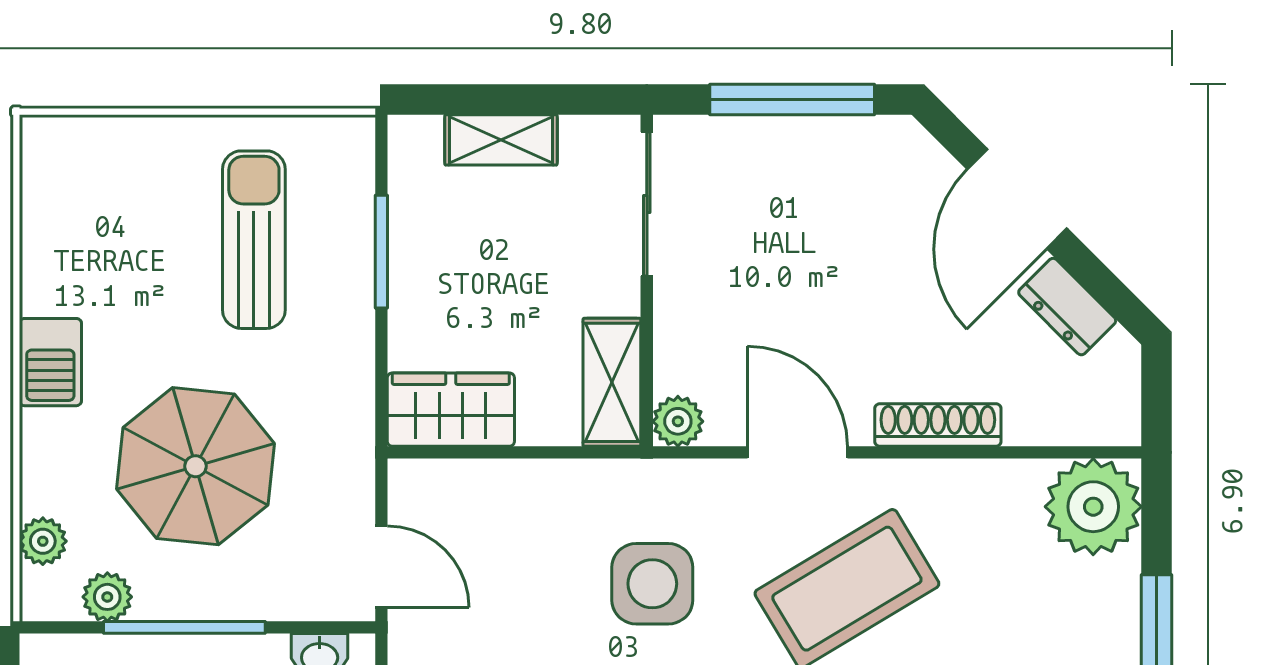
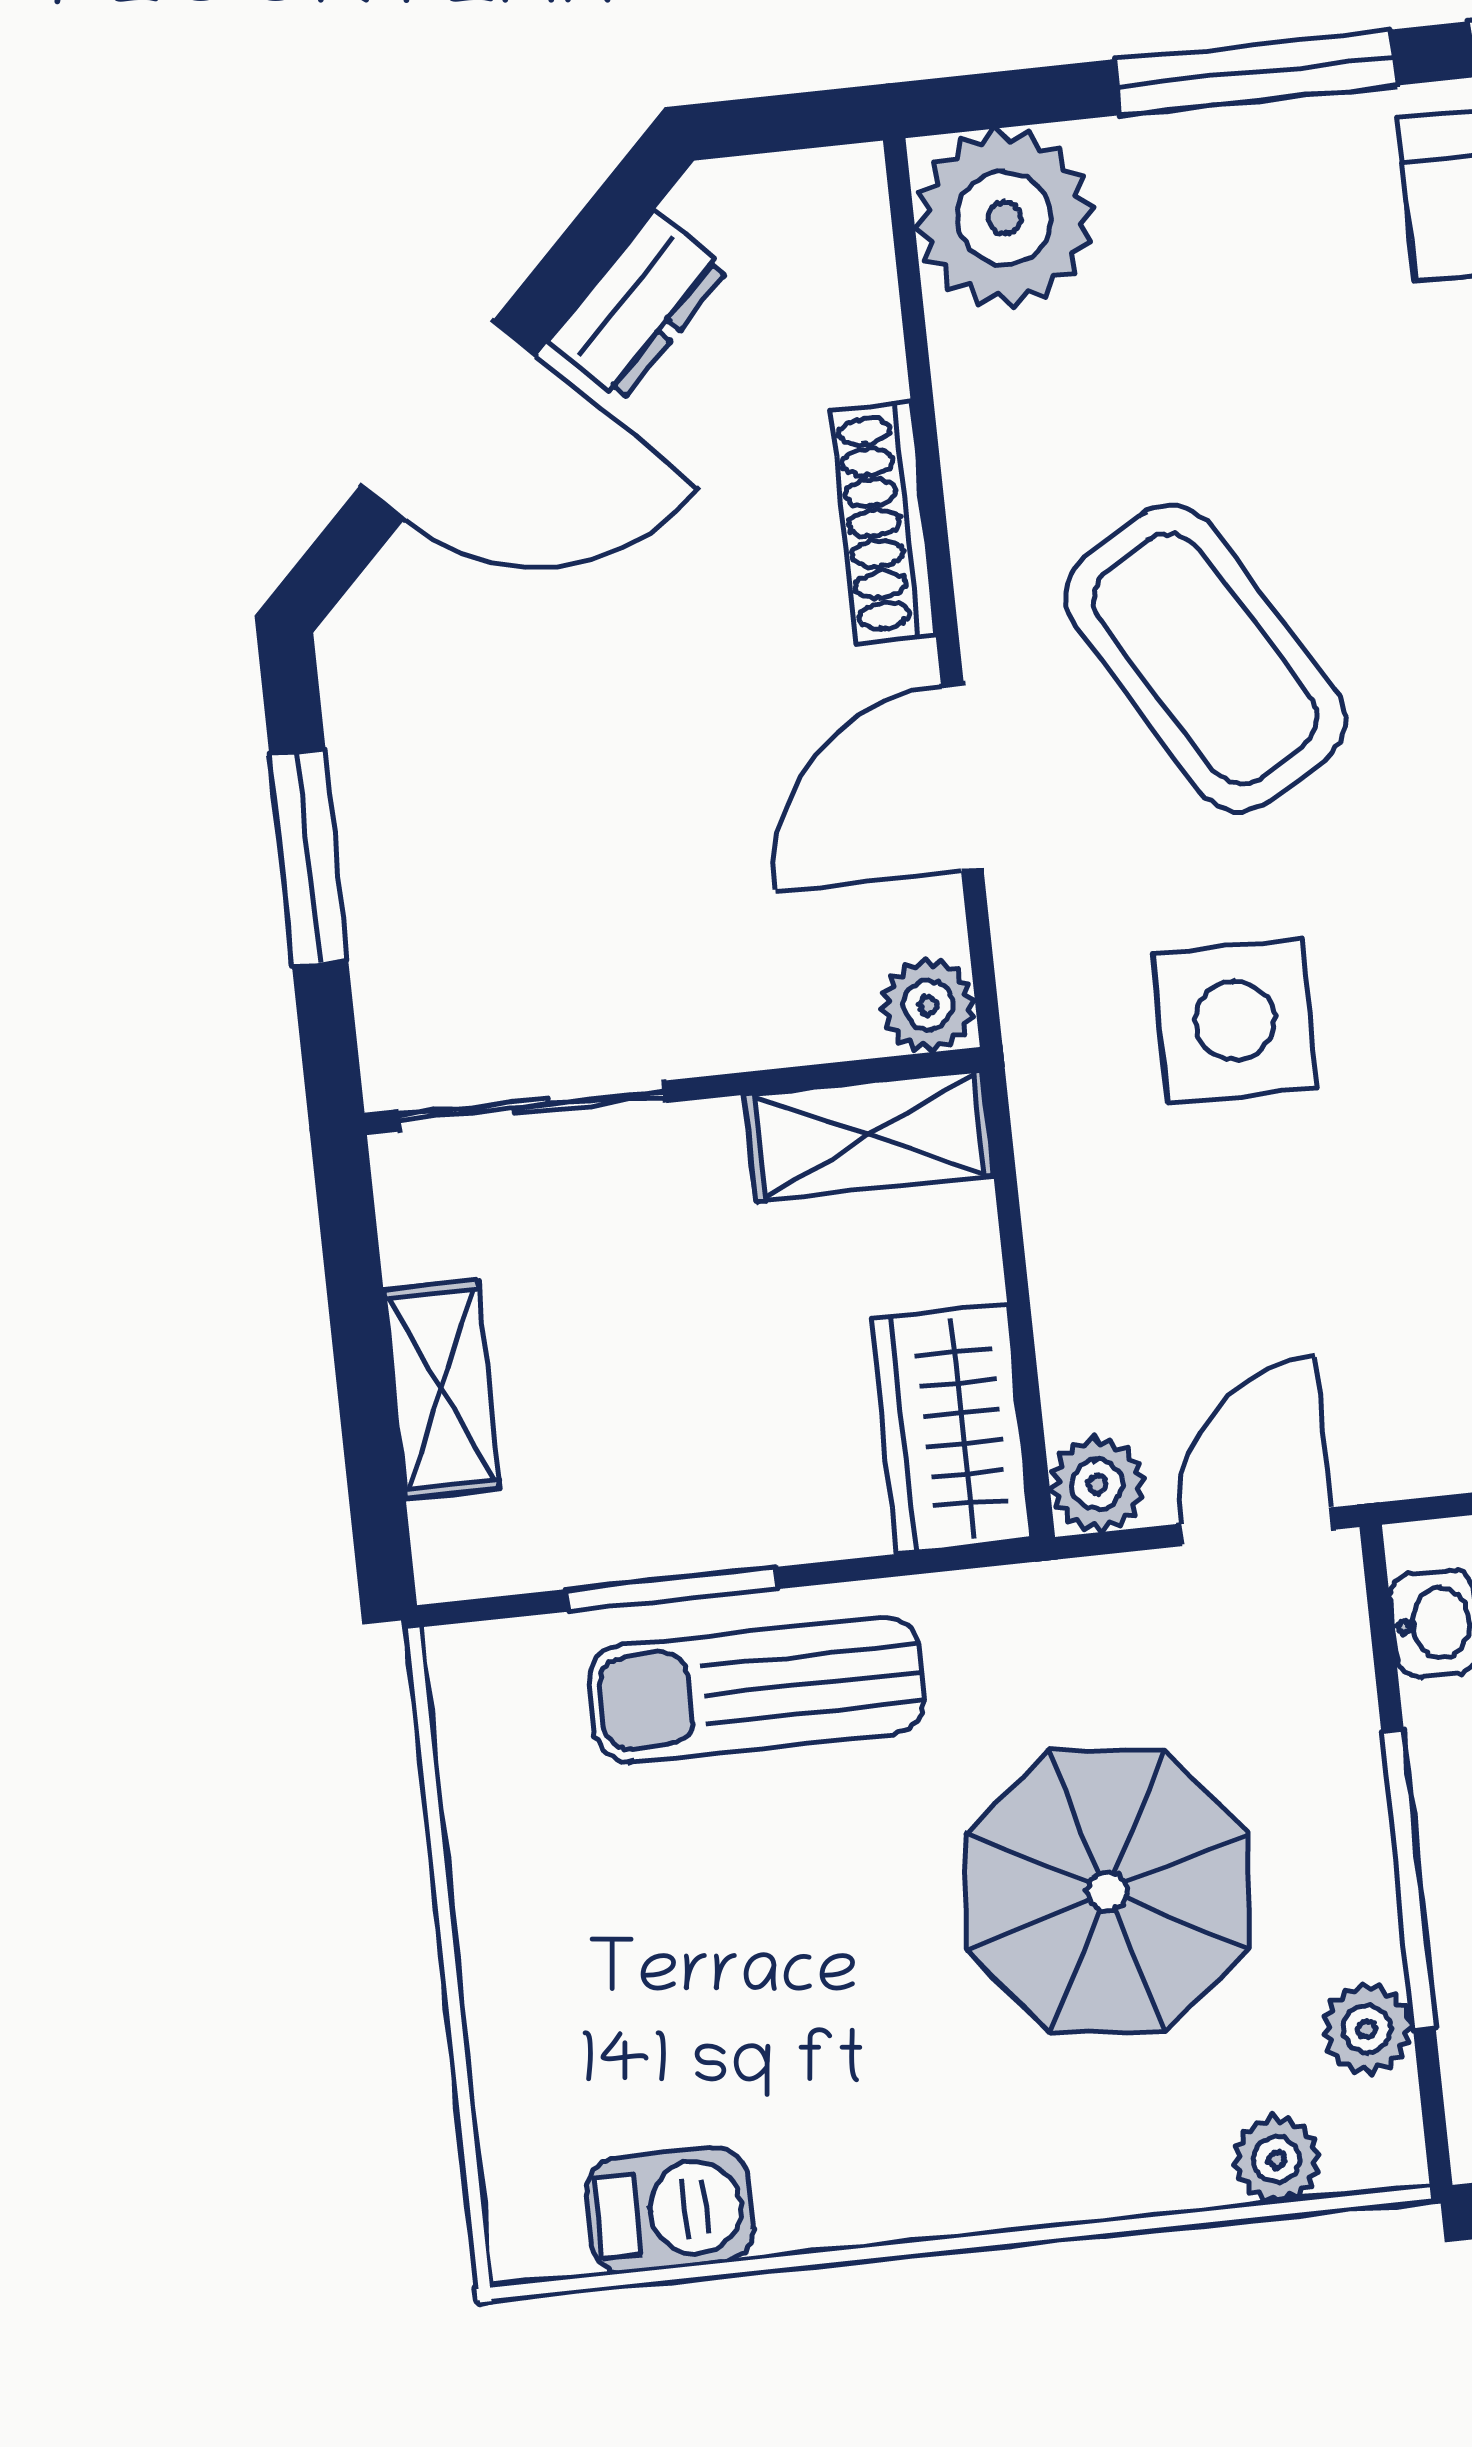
window: (792, 100) -> (309, 857), width x0.69
sun lounger: (254, 240) -> (757, 1689), moved
barbecue: (50, 362) -> (670, 2210), moved
plant: (413, 484) -> (1097, 1484), added

